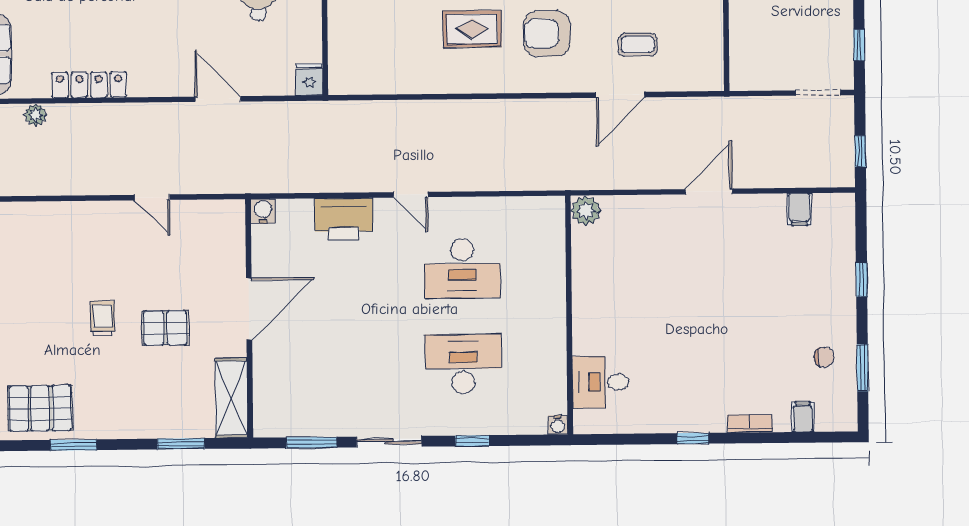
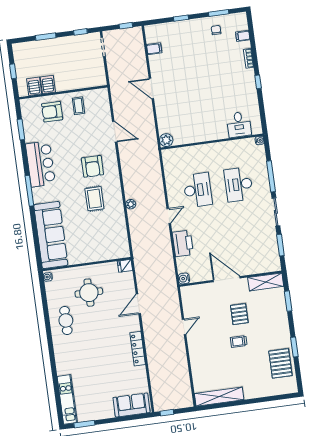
coffee table: (638, 45) -> (78, 106), moved
locker: (89, 85) -> (138, 349), moved
plant: (36, 115) -> (131, 204), moved
window: (472, 441) -> (271, 176), width x2.17

